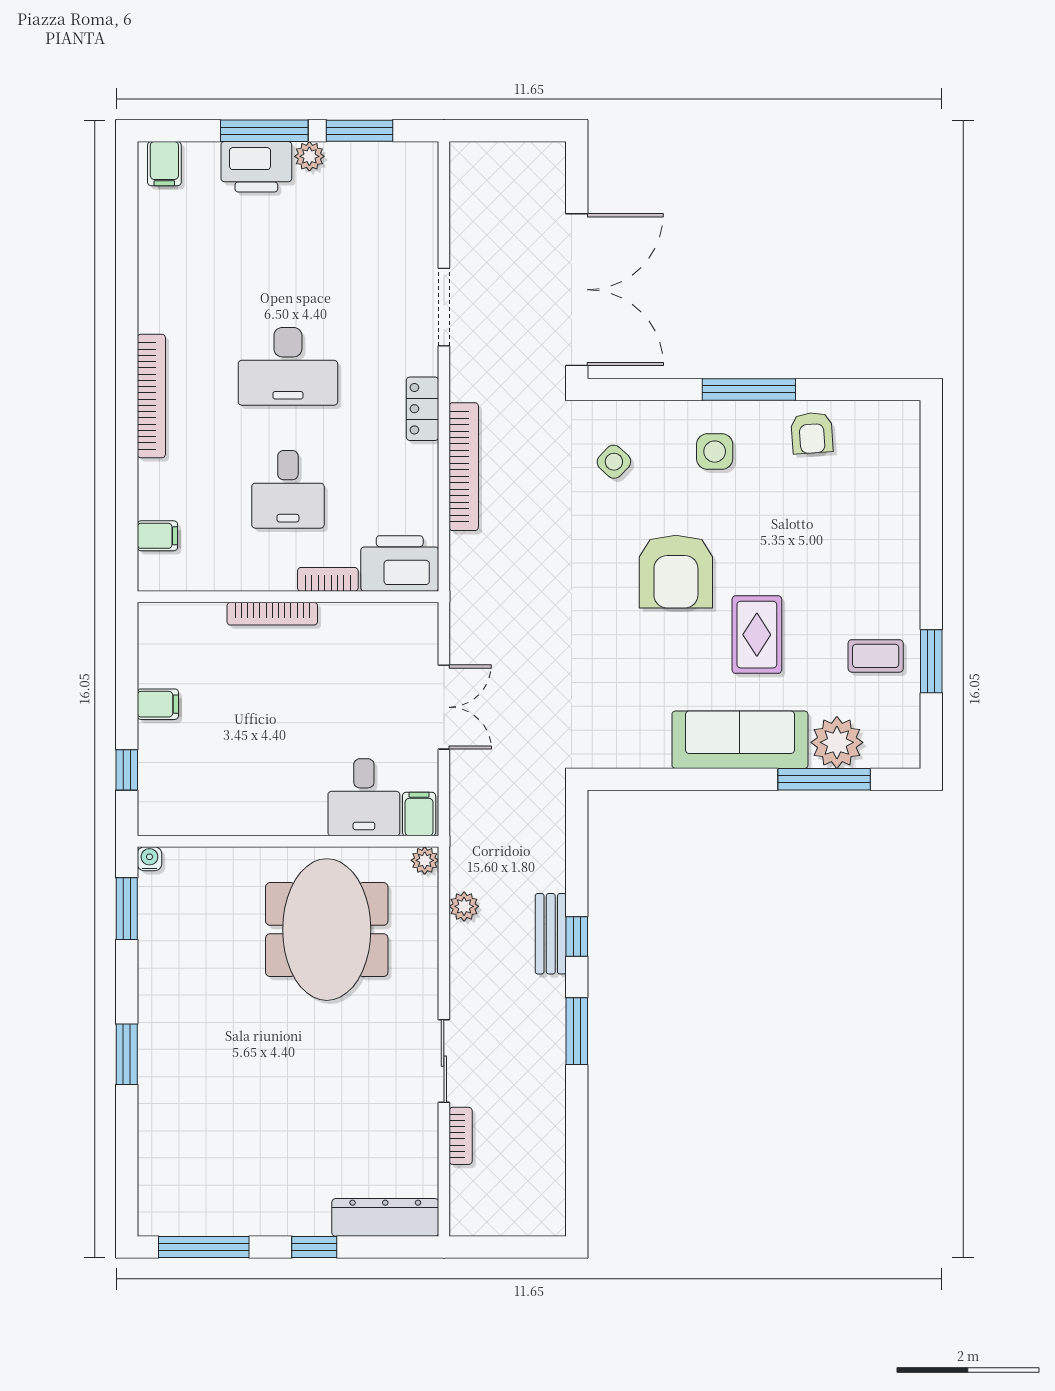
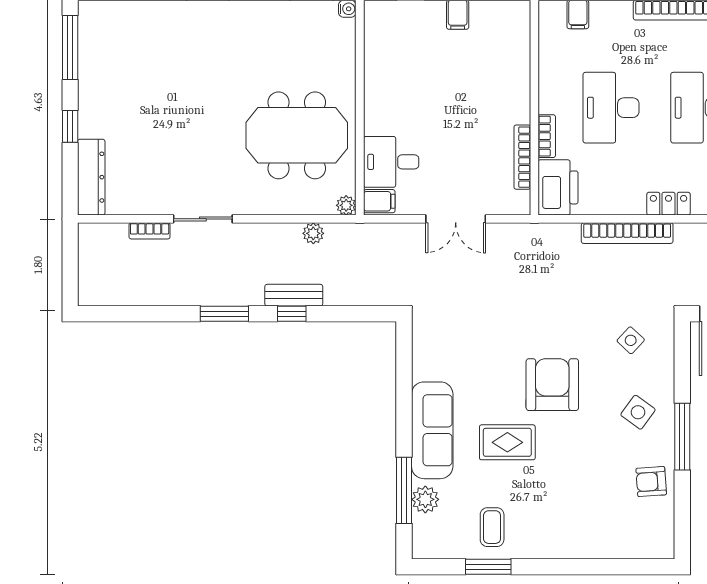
side table: (715, 452) -> (638, 412), turned 36
desk: (288, 489) -> (611, 108), width x1.37
armchair: (676, 572) -> (552, 385), turned 90
bookcase: (272, 614) -> (522, 157), moved
plant: (837, 742) -> (425, 499), width x0.73, depth x0.73

